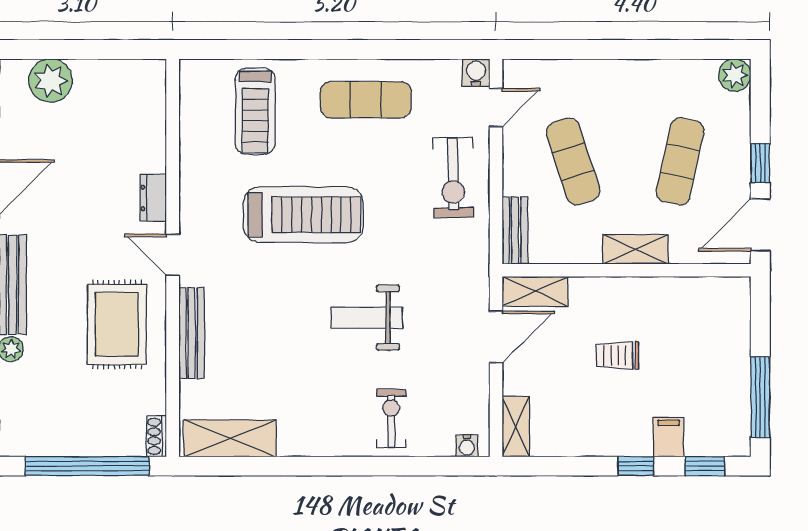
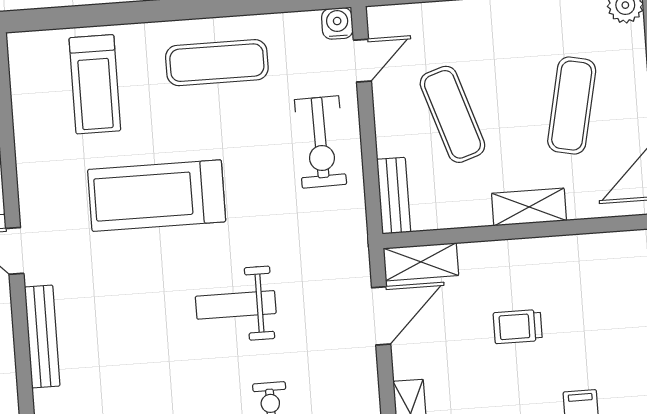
treadmill: (303, 215) -> (157, 196), turned 180

